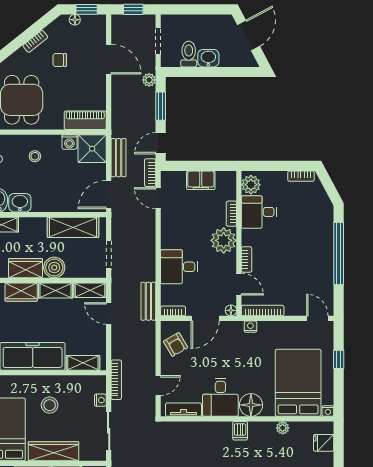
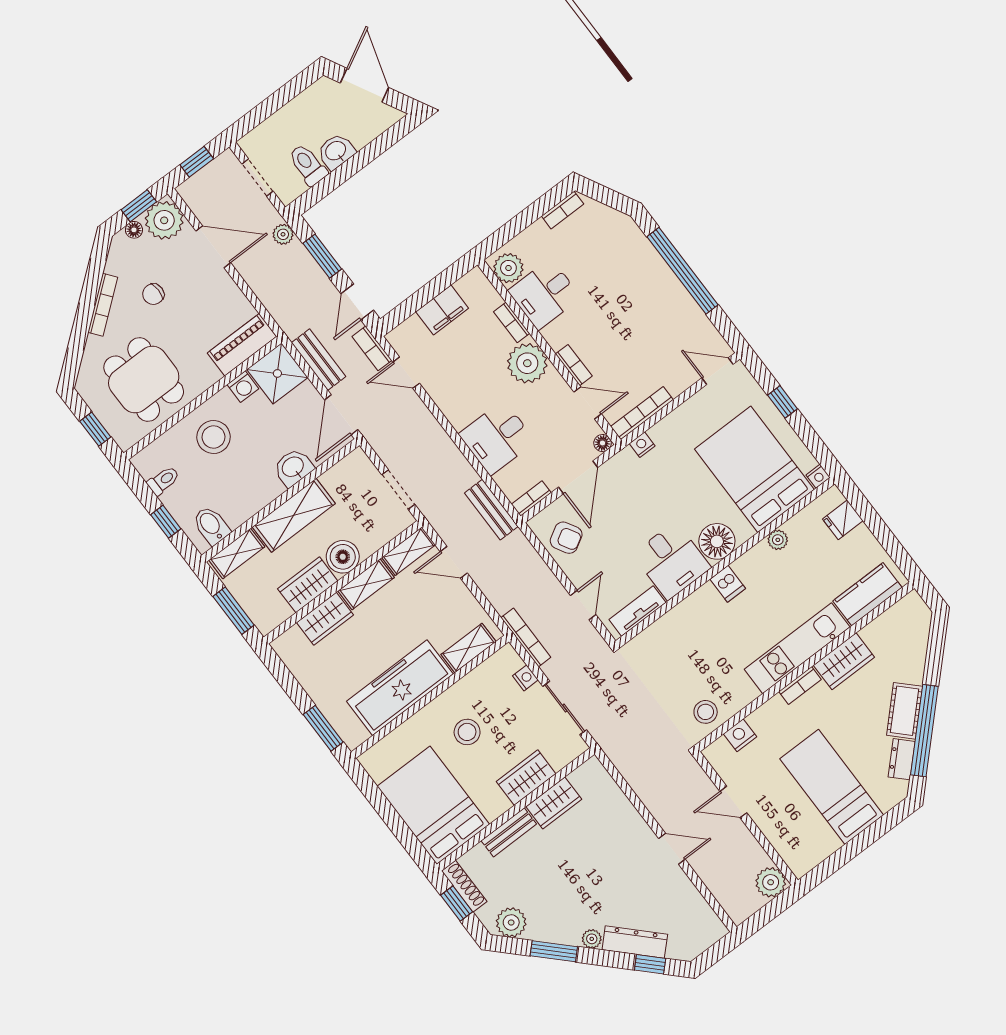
plant: (94, 27) -> (164, 220), added
bookcase: (35, 41) -> (103, 305), width x1.56
stool: (35, 156) -> (214, 437), width x1.89, depth x1.89
washbasin: (20, 203) -> (293, 467), moved
shelving: (73, 227) -> (294, 515), moved
wardrobe: (54, 451) -> (526, 778), width x0.67

